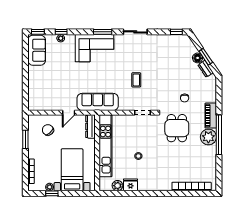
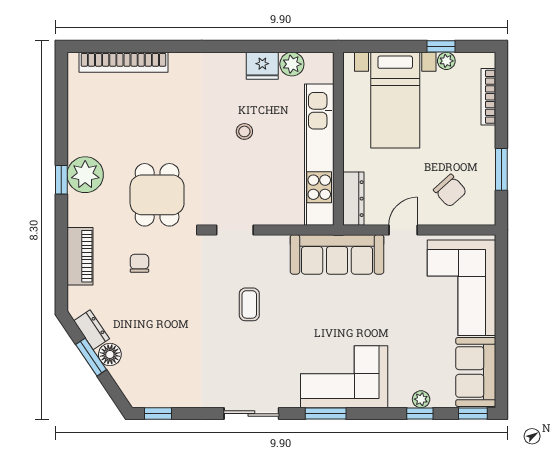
corner sofa: (43, 87) -> (462, 288), added
piano: (211, 116) -> (80, 256), moved
window: (219, 135) -> (61, 180), width x0.32

